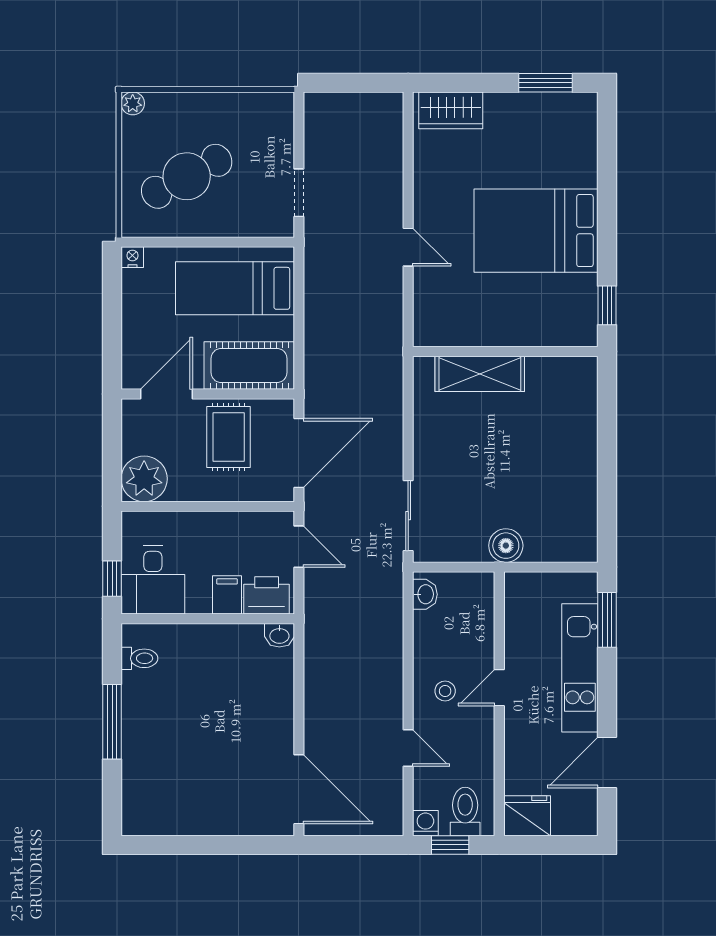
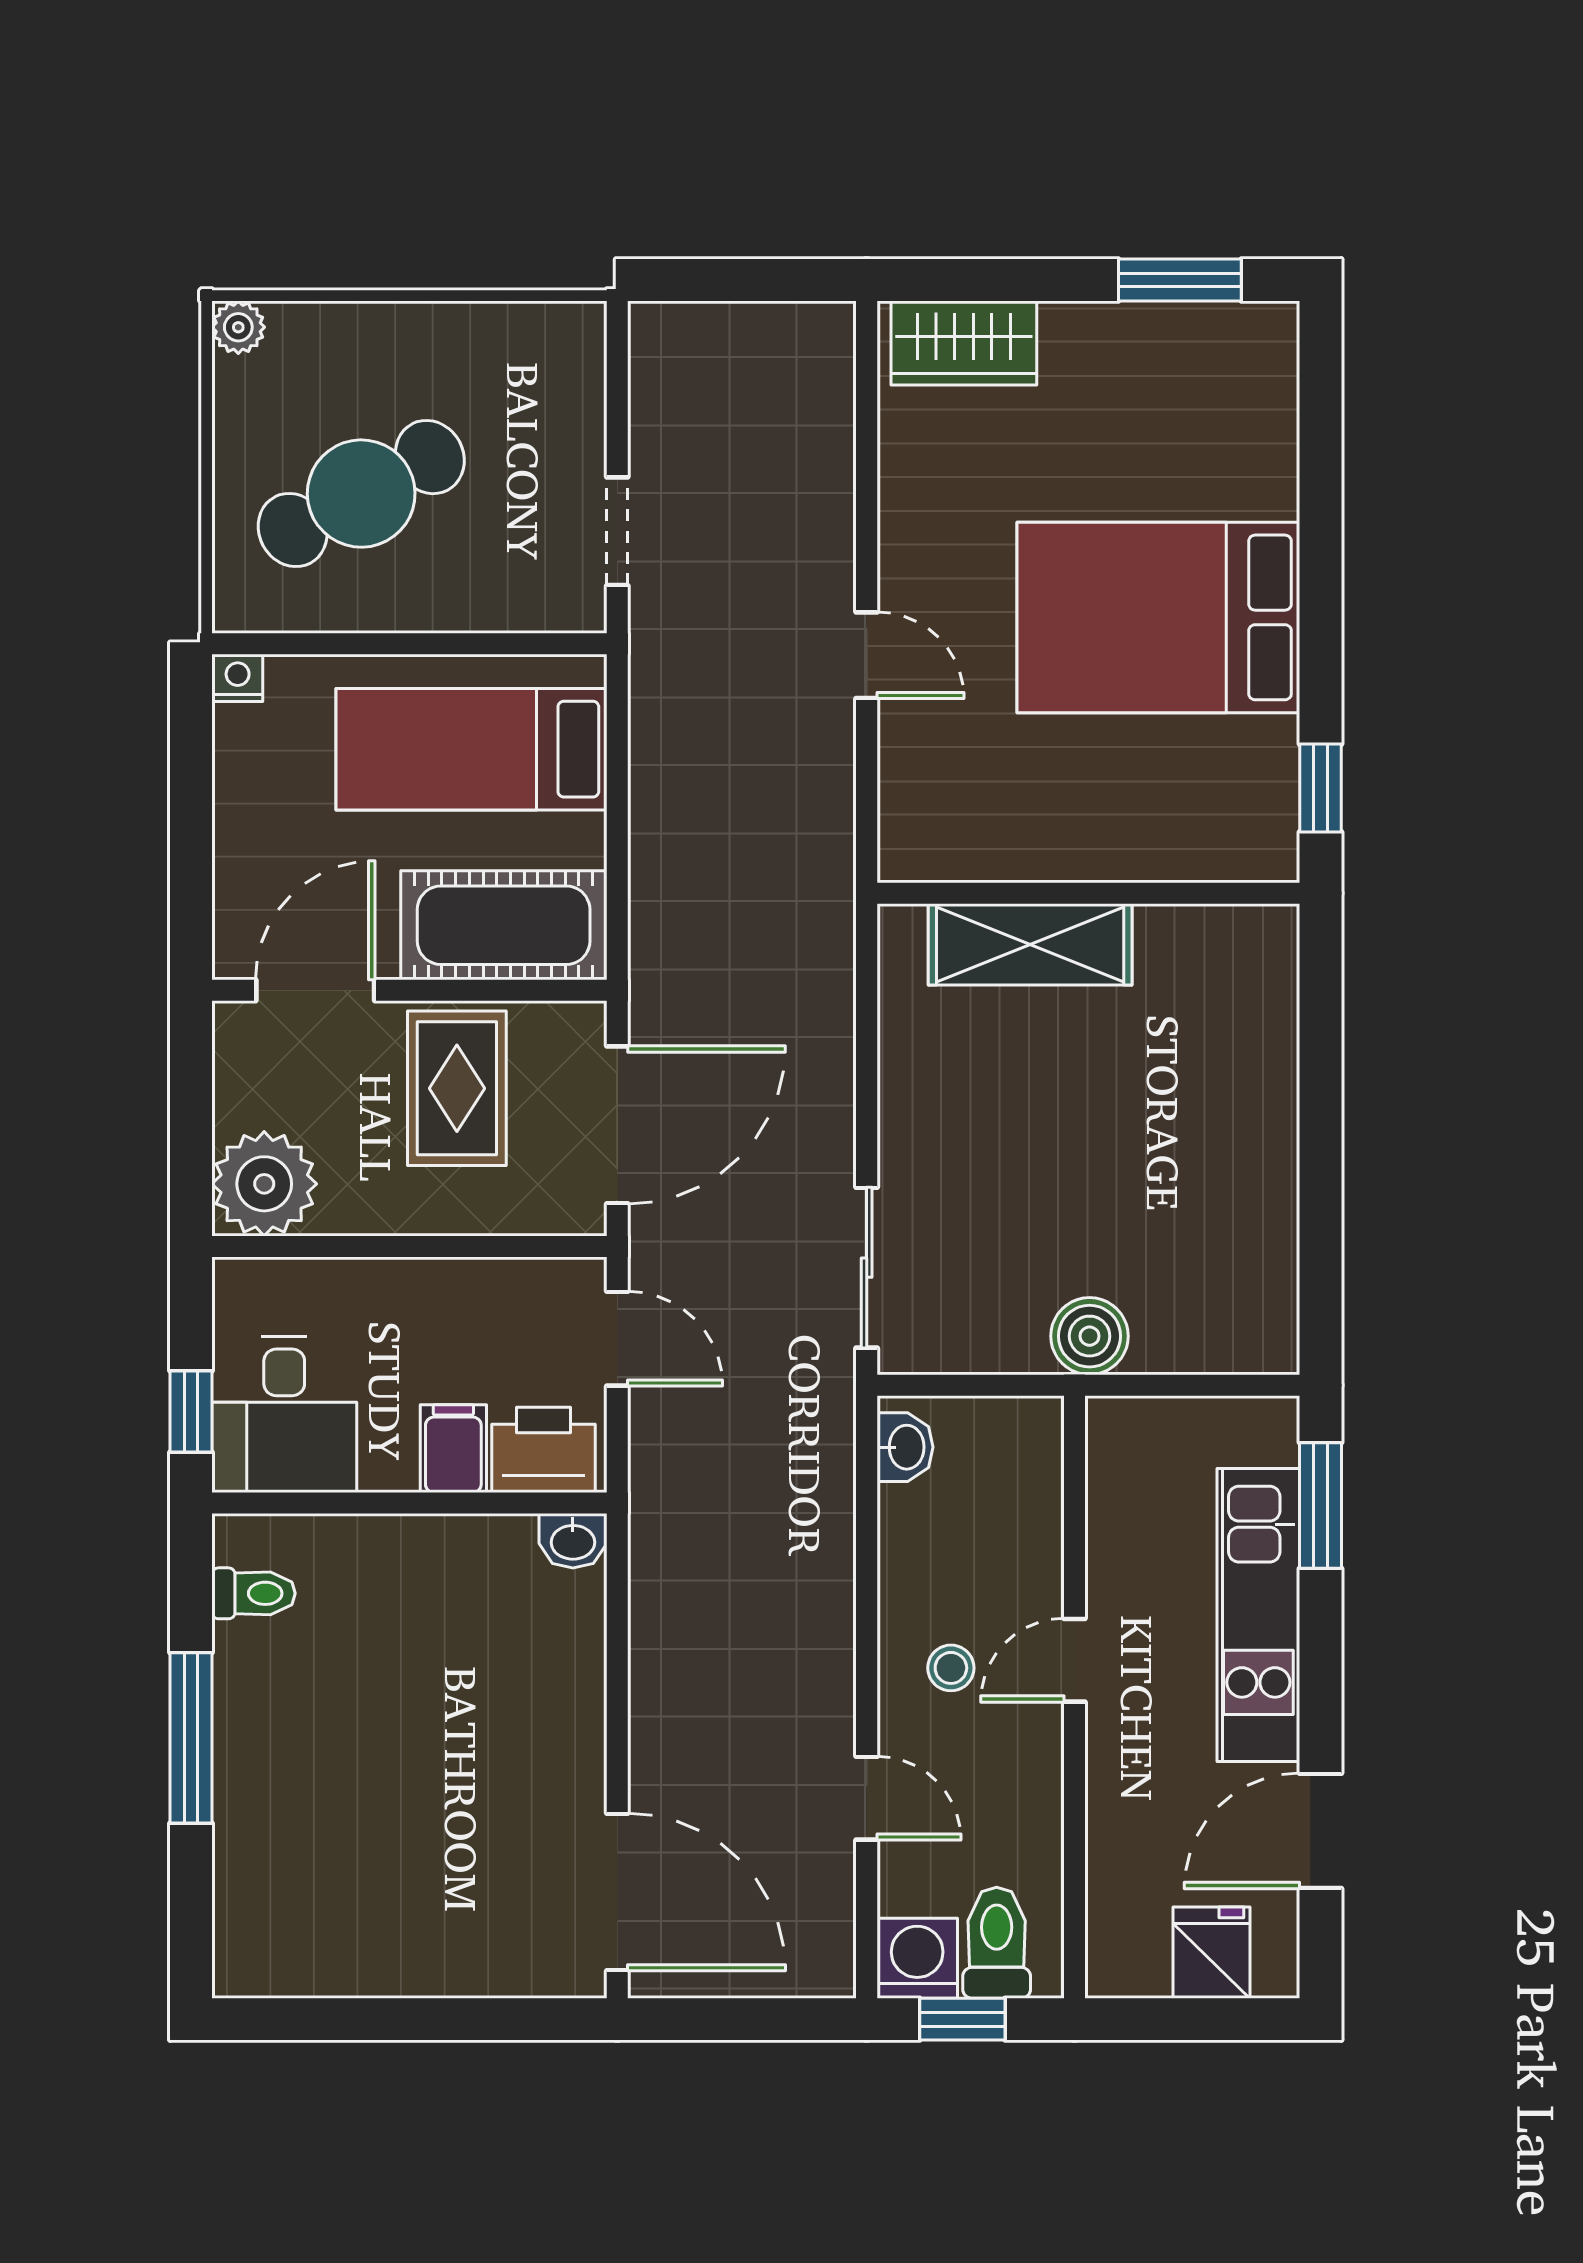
fridge: (527, 816) -> (1211, 1953), moved, width x0.72
washing machine: (425, 823) -> (917, 1958), width x1.38, depth x1.38

